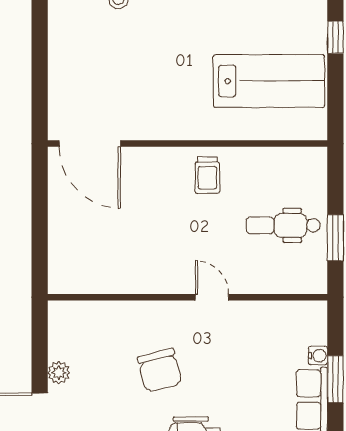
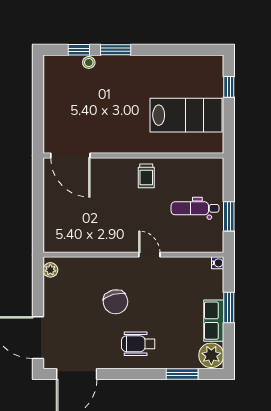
water cooler: (318, 356) -> (218, 263), moved
plant: (59, 373) -> (50, 270), moved

